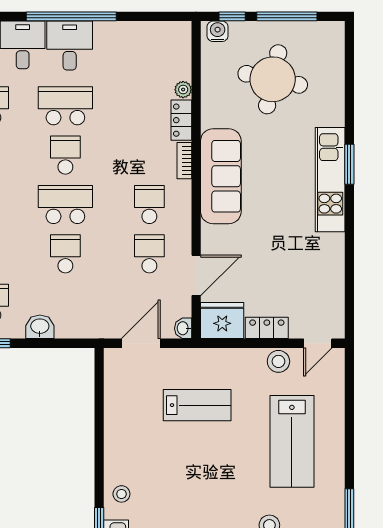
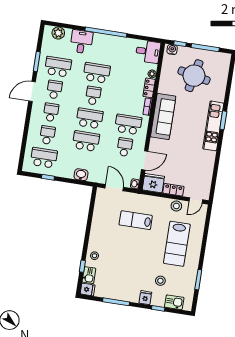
desk: (70, 46) -> (148, 52), moved, turned 90
school desk: (149, 204) -> (128, 124), width x1.85
school desk: (65, 254) -> (86, 141), width x1.85
washbasin: (40, 327) -> (81, 175), moved
door: (141, 343) -> (114, 188), hinge flipped
lab bench: (197, 405) -> (136, 220), turned 180

